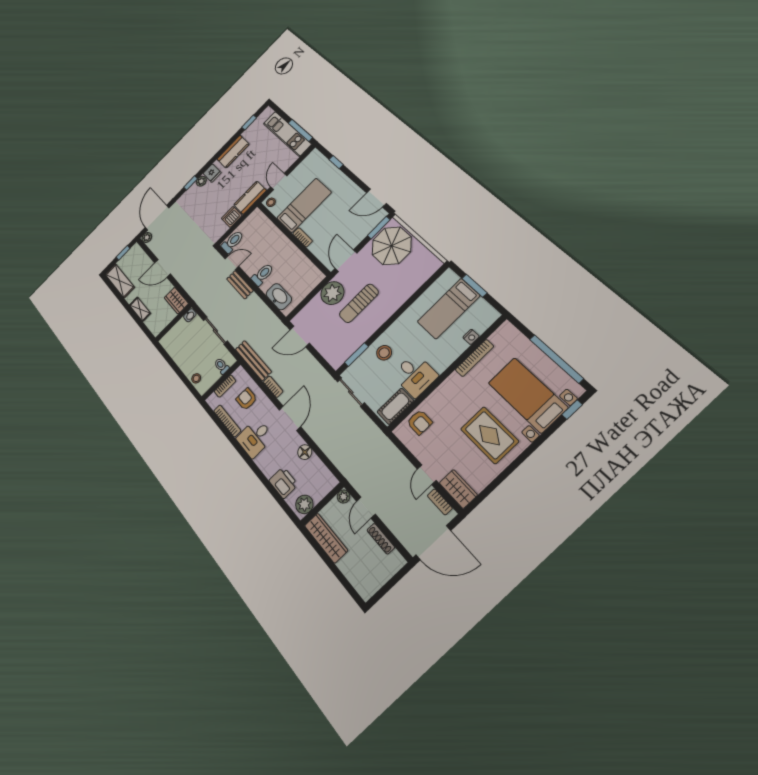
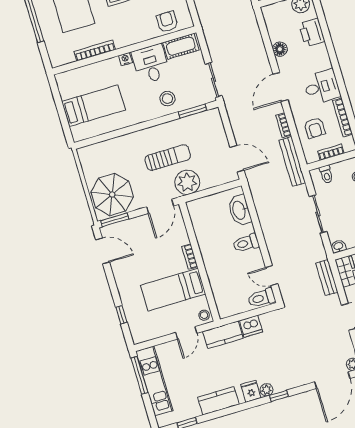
bench: (240, 285) -> (327, 278), moved
window: (475, 286) -> (62, 113), removed
nightstand: (471, 337) -> (125, 59), moved

